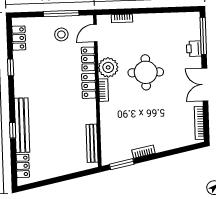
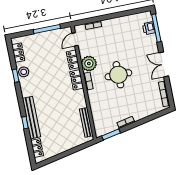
stool: (61, 34) -> (24, 72), moved
printer: (194, 49) -> (149, 28), moved
round table: (146, 72) -> (118, 75), moved

